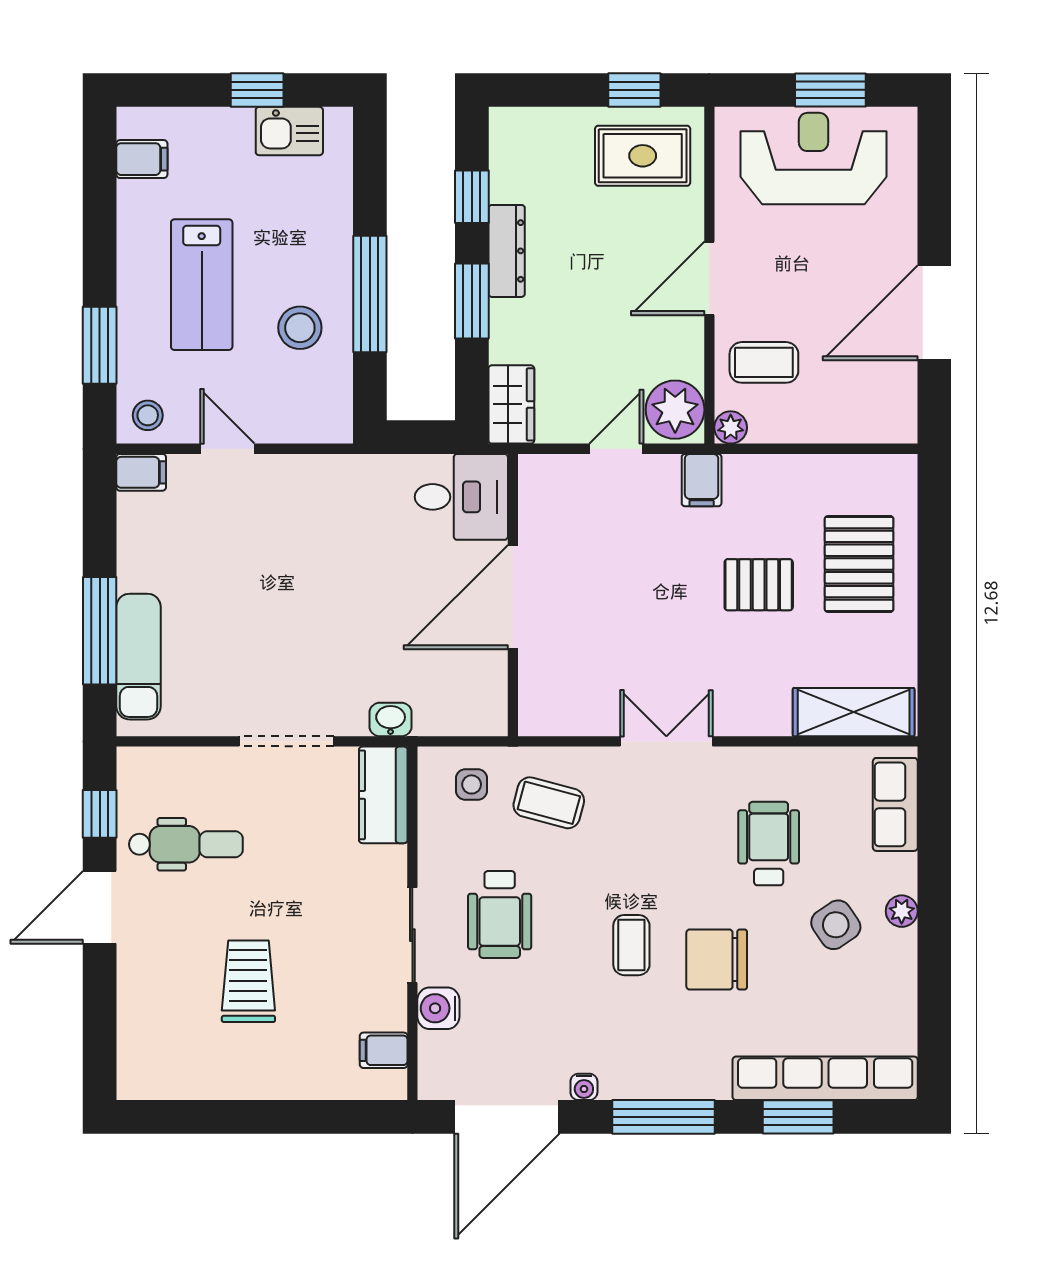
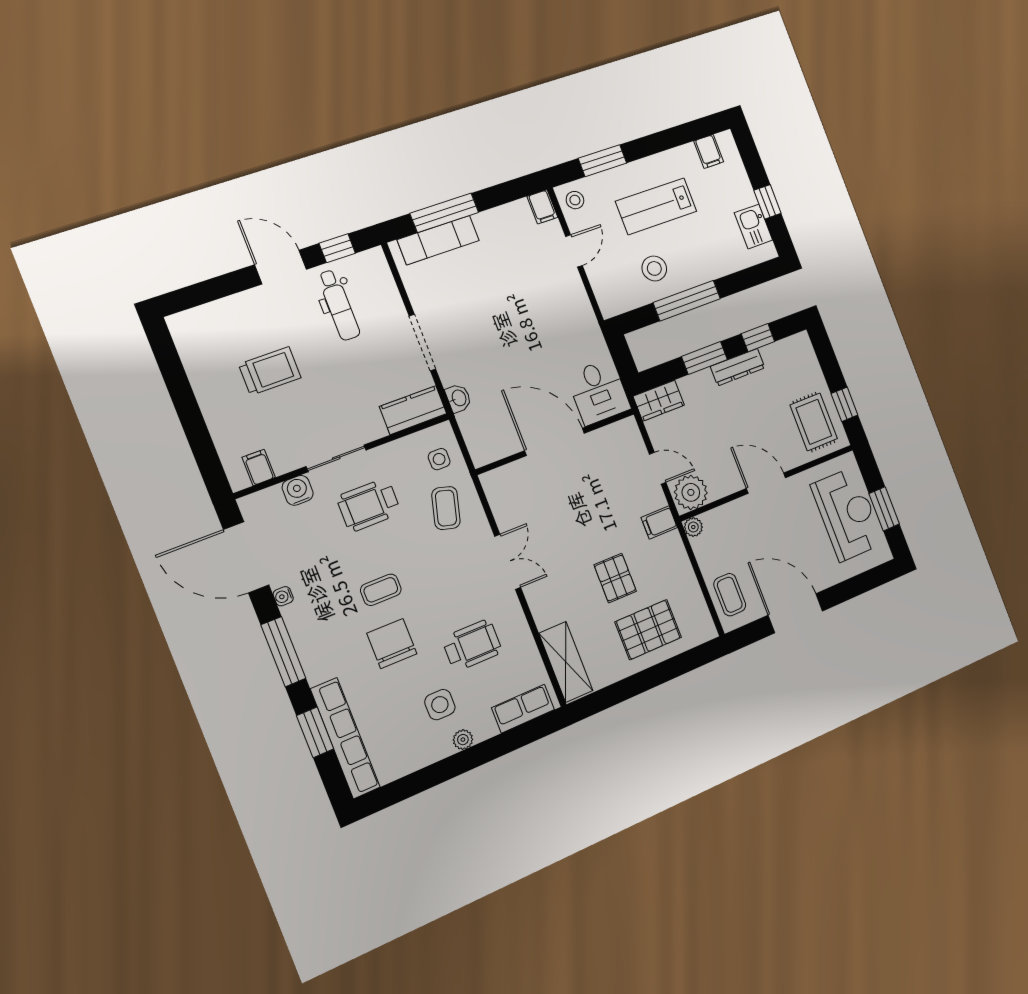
coffee table: (764, 362) -> (730, 595), moved
side table: (836, 925) -> (440, 705), turned 34

